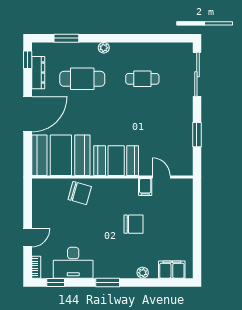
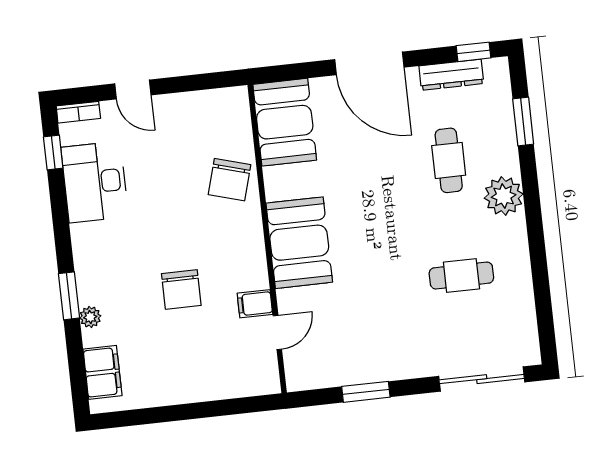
plant: (104, 48) -> (504, 196), width x1.88, depth x1.88
cafe table: (82, 79) -> (449, 160), width x0.73, depth x0.74
cafe table: (142, 79) -> (461, 276), turned 90
booth: (61, 155) -> (285, 122), width x0.73, depth x0.70
window: (108, 282) -> (69, 296), moved

